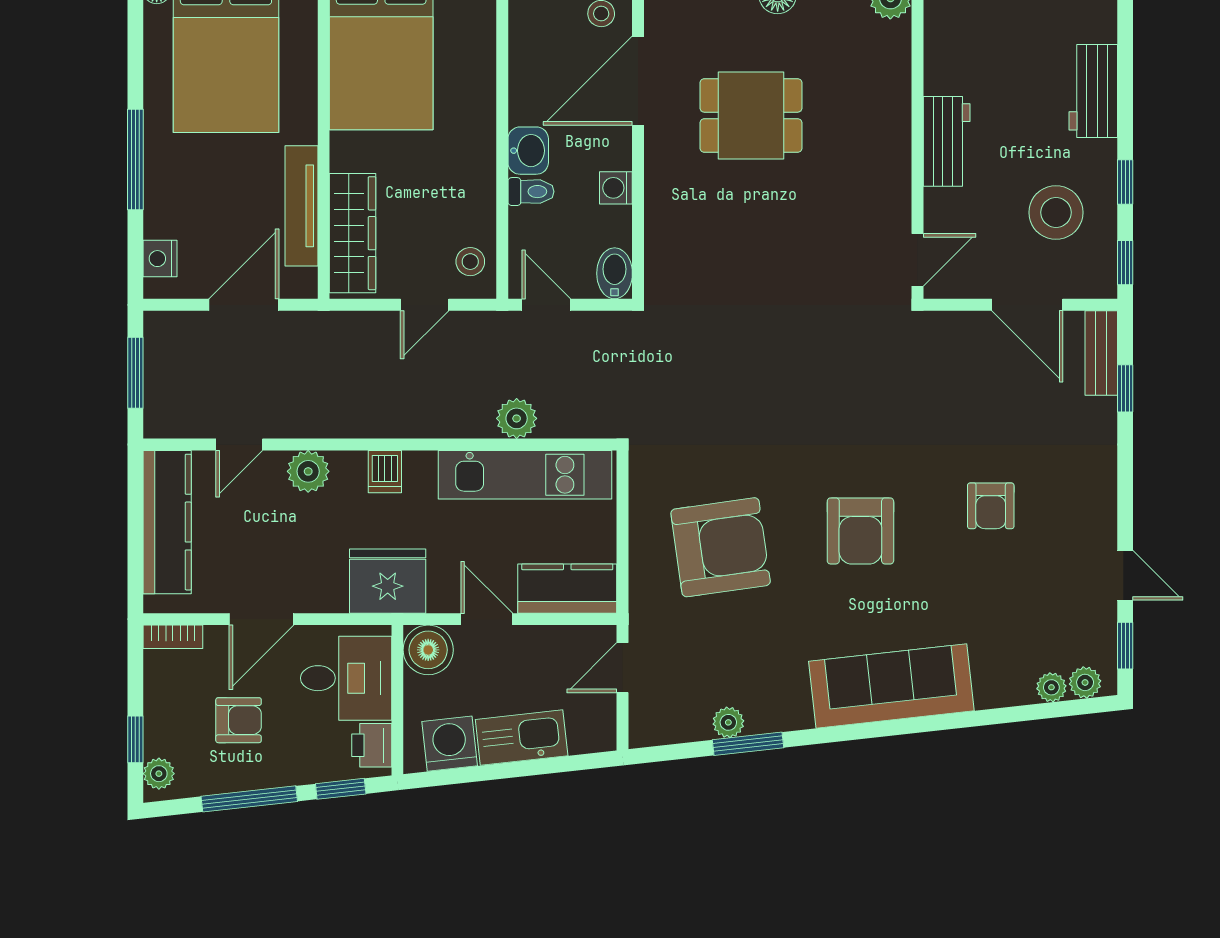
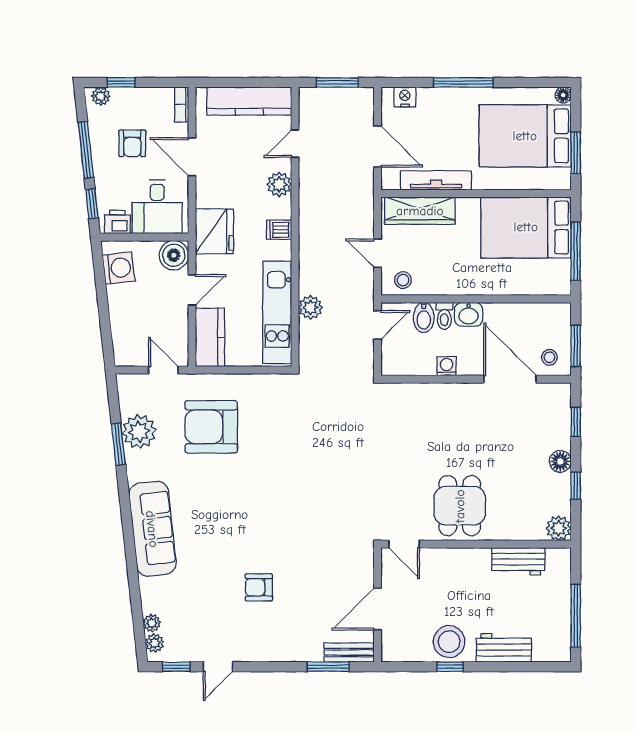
dining table: (751, 115) -> (460, 506), moved
workbench: (947, 141) -> (518, 561), moved
stool: (1056, 212) -> (449, 642), moved
window: (1125, 263) -> (402, 667), removed
bidet: (615, 273) -> (424, 317), moved, turned 90
window: (1125, 388) -> (328, 667), width x1.50
door: (239, 445) -> (295, 144), hinge flipped
armchair: (860, 531) -> (244, 510), removed
armchair: (721, 547) -> (211, 427), moved, turned 98
plant: (728, 722) -> (139, 432), width x1.87, depth x1.87
kitchen sink: (522, 738) -> (122, 310), removed

